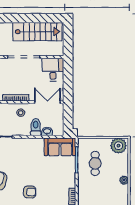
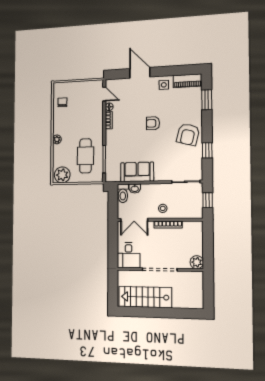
toilet: (36, 127) -> (123, 193), moved
sofa: (60, 147) -> (137, 172), moved
cafe table: (95, 163) -> (85, 156), width x1.37, depth x1.35

